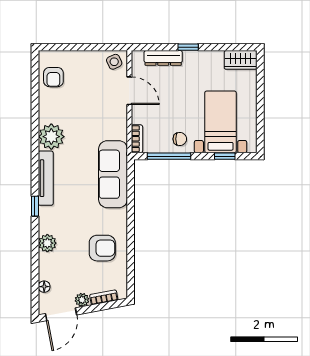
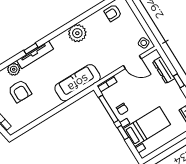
door: (129, 91) -> (132, 62), hinge flipped
window: (225, 156) -> (123, 133), moved
tv unit: (46, 178) -> (35, 55), moved
armchair: (102, 248) -> (20, 91), moved

